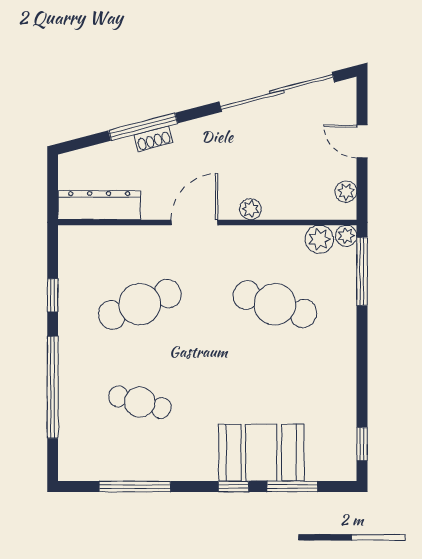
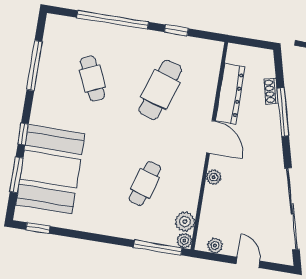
shoe rack: (153, 139) -> (271, 91), moved
door: (362, 141) -> (248, 262), hinge flipped
dresser: (99, 205) -> (230, 94), moved
cafe table: (140, 304) -> (160, 90), turned 39
cafe table: (275, 304) -> (145, 183), width x0.73, depth x0.74
cafe table: (140, 402) -> (92, 79), turned -39
booth: (261, 453) -> (50, 169), width x1.36, depth x1.42

